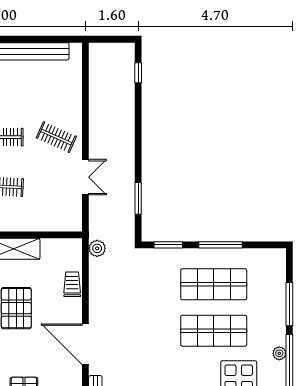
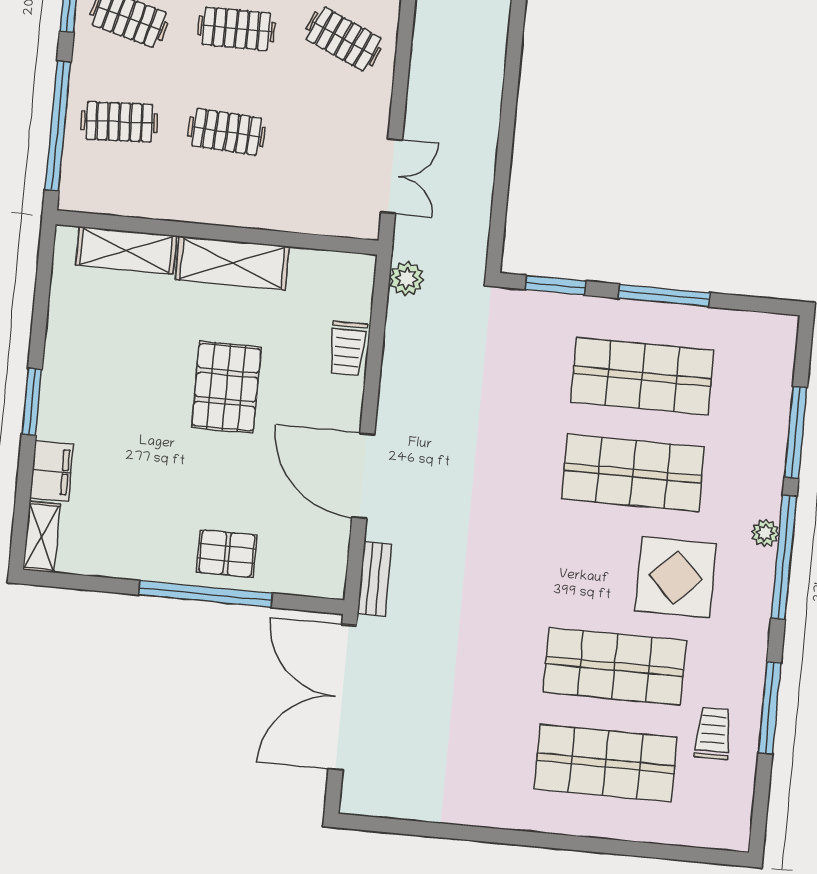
double door: (85, 177) -> (392, 176), moved
window: (138, 198) -> (502, 183), removed
trolley: (72, 284) -> (348, 348), turned 180

